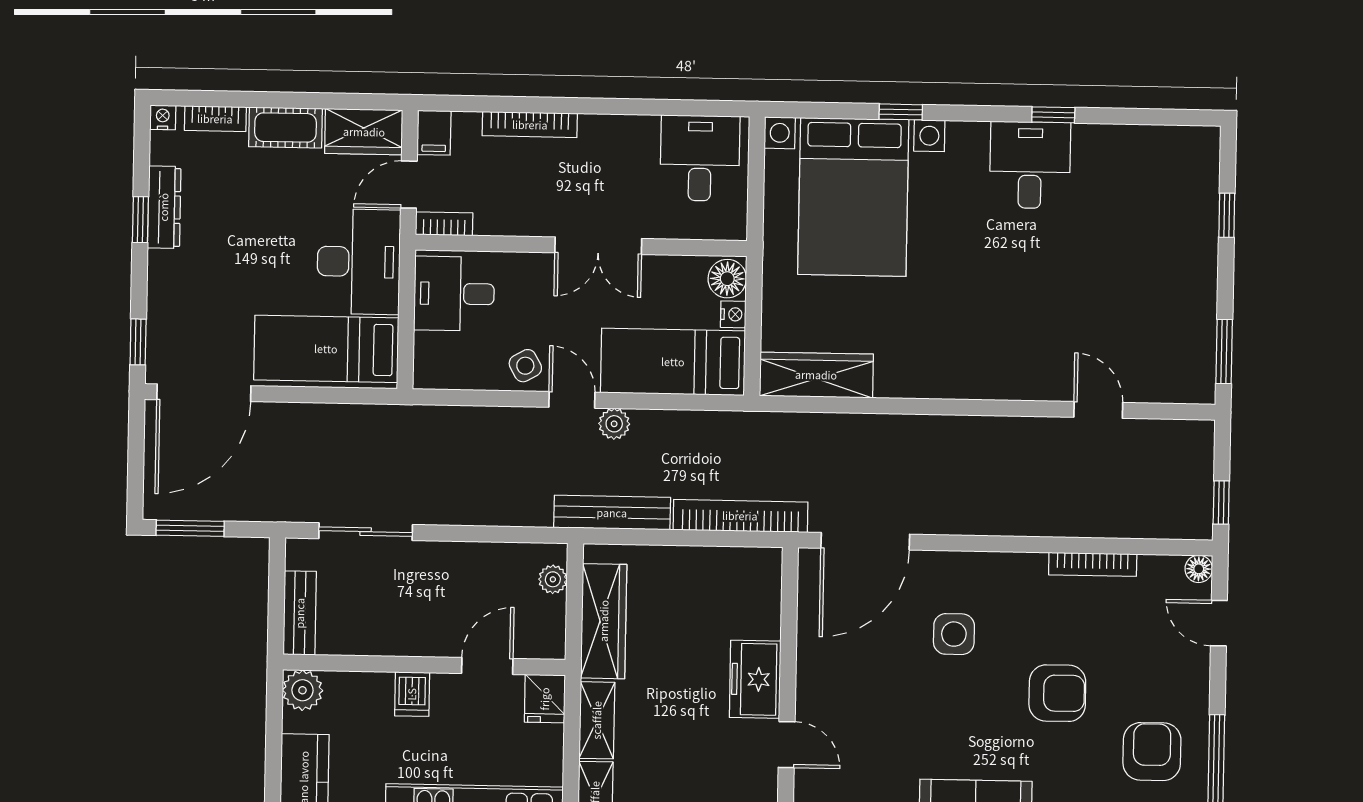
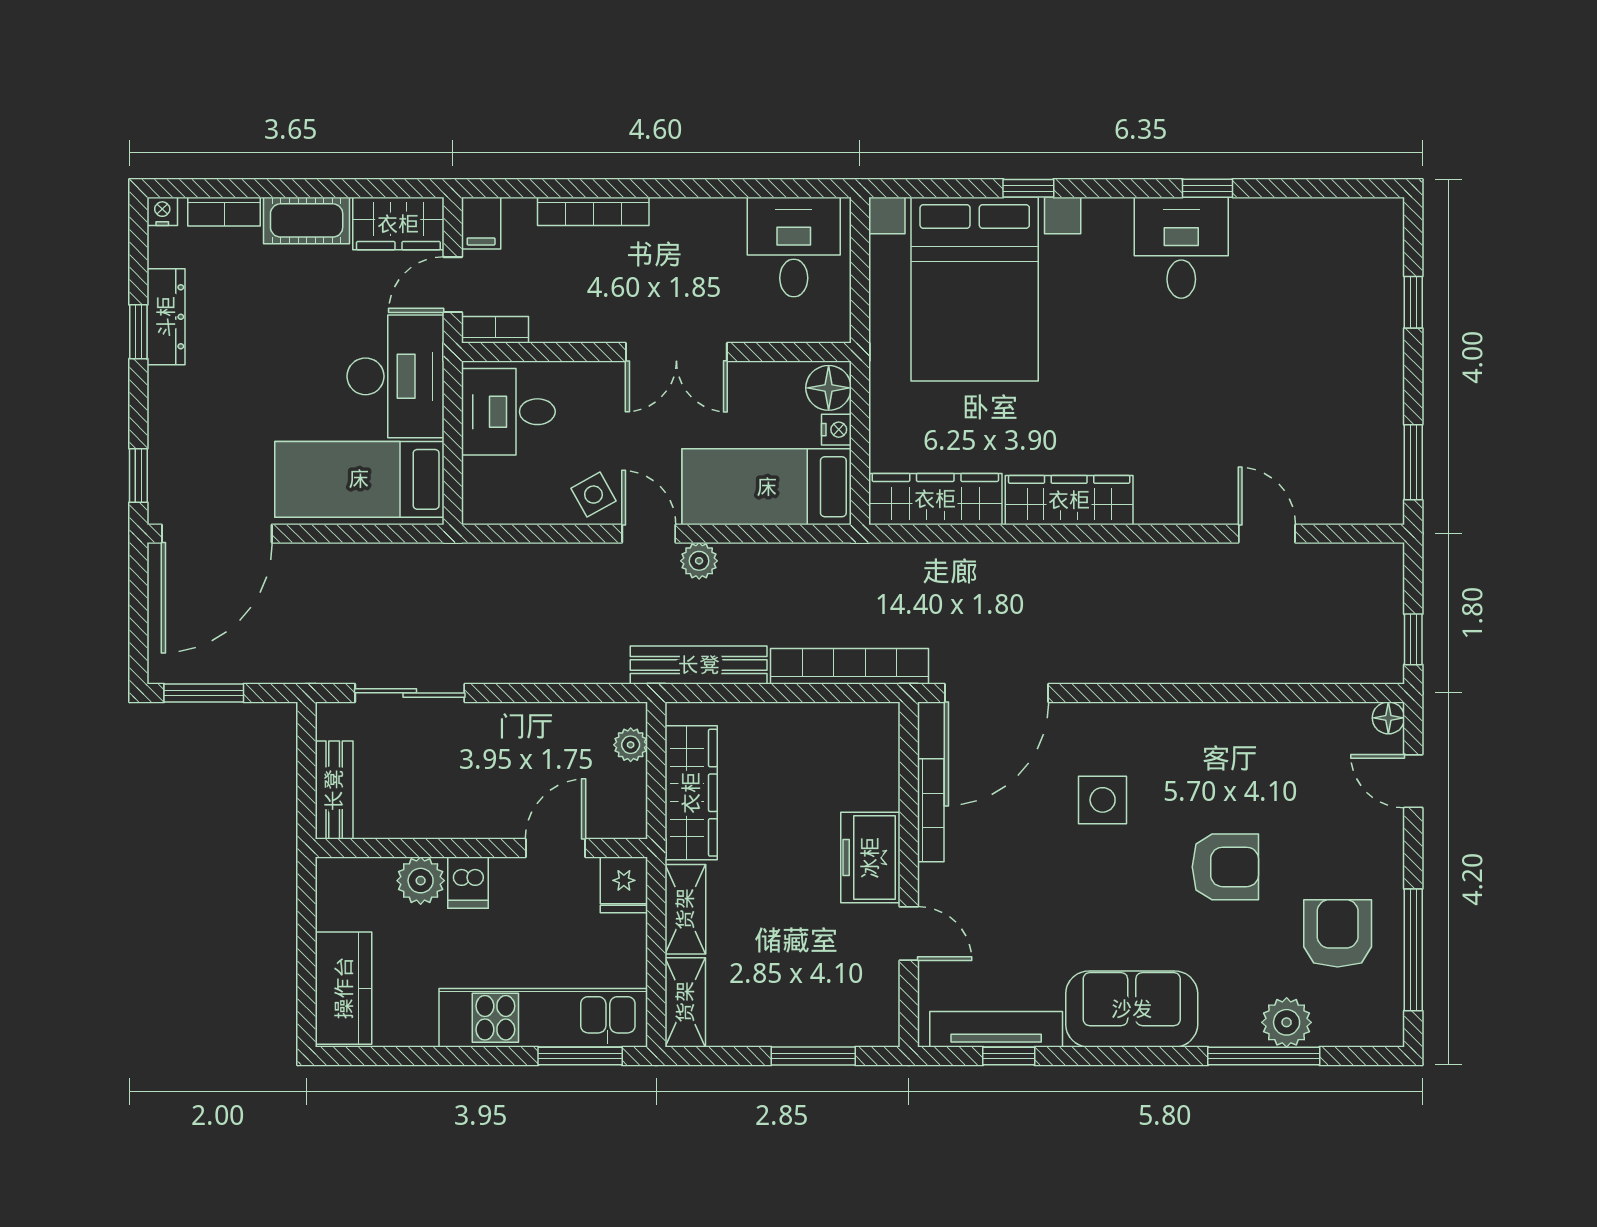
wardrobe: (930, 378) -> (1069, 500), added
bookcase: (1093, 564) -> (931, 810), moved, turned -90
plant: (302, 690) -> (421, 881), moved

